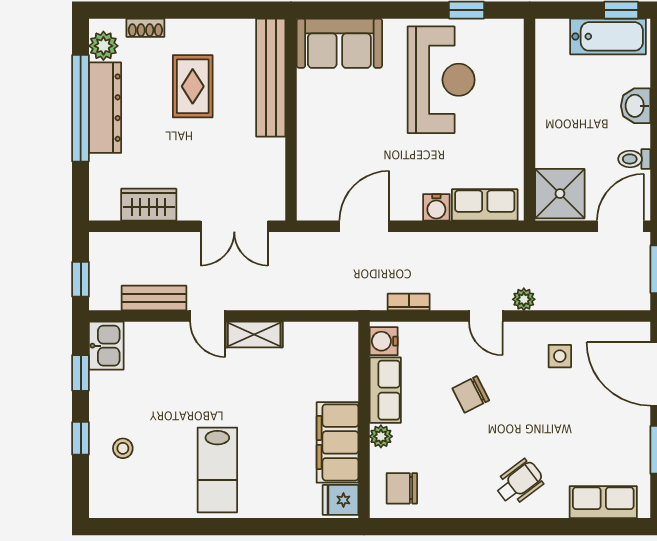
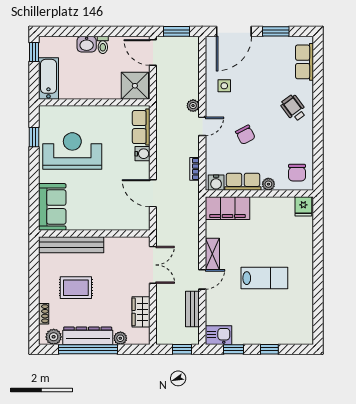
bathtub: (608, 36) -> (48, 78), moved
toilet: (634, 159) -> (103, 45), moved
plant: (101, 167) -> (120, 338), added
filing cabinet: (338, 442) -> (228, 208), moved
stool: (123, 448) -> (275, 326), removed
lab bench: (217, 470) -> (264, 278), moved

